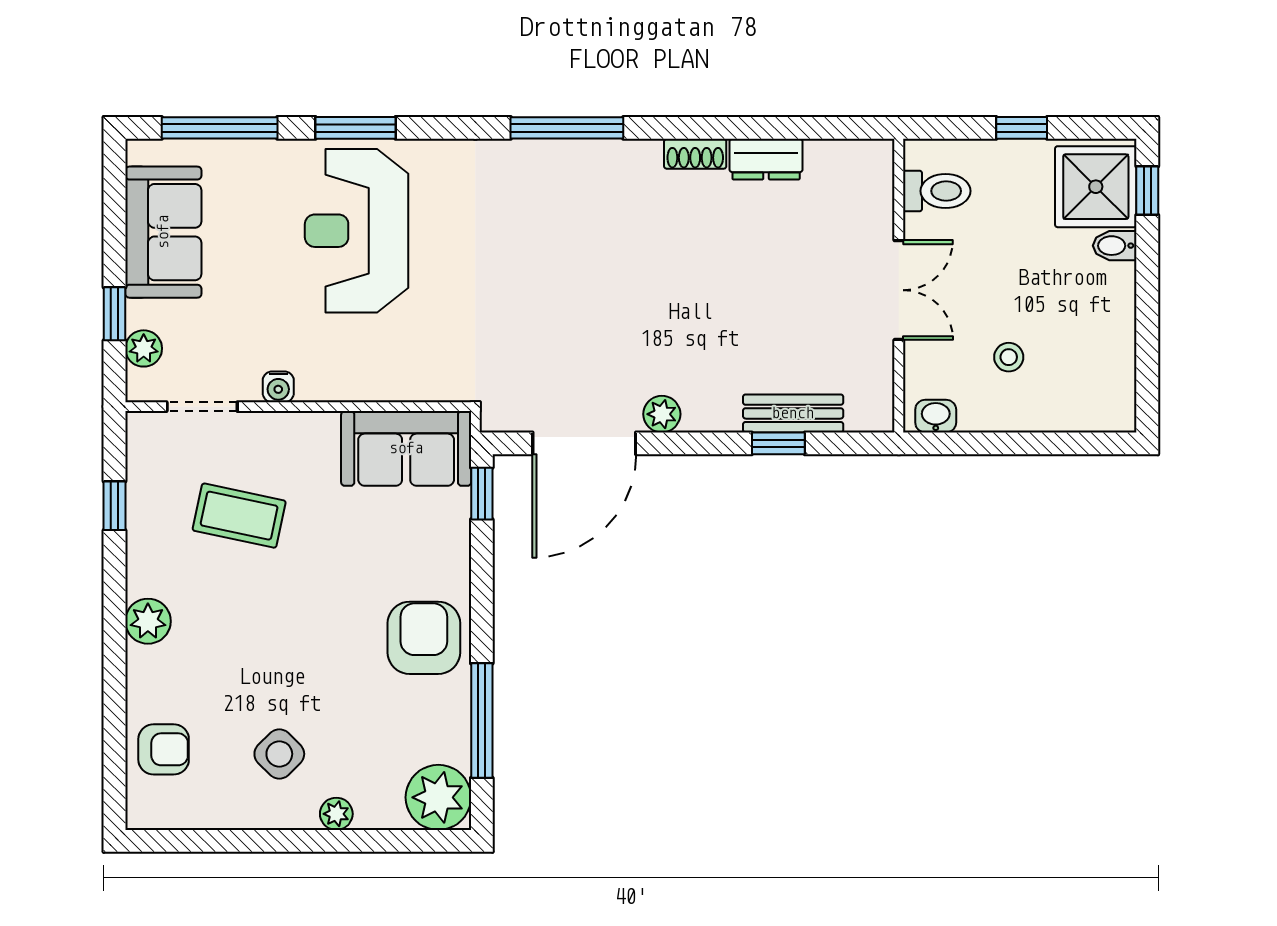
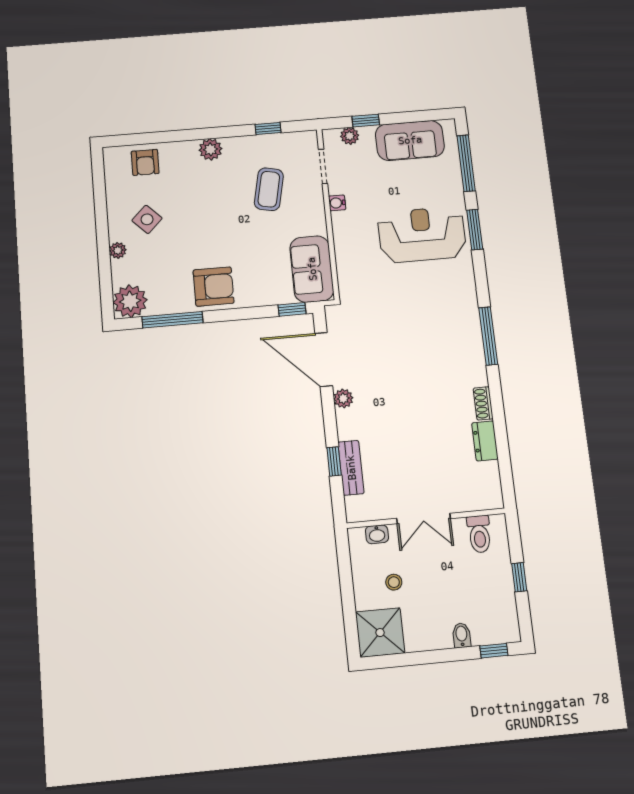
shower: (1096, 187) -> (380, 633), moved
washbasin: (936, 416) -> (377, 534), moved, turned 90

